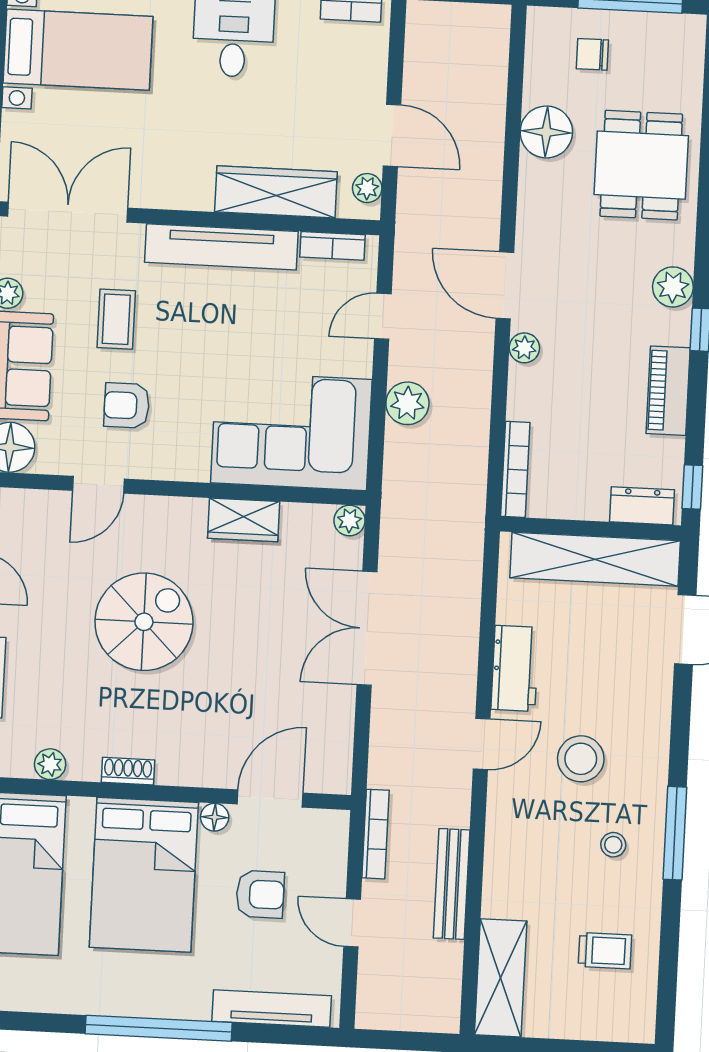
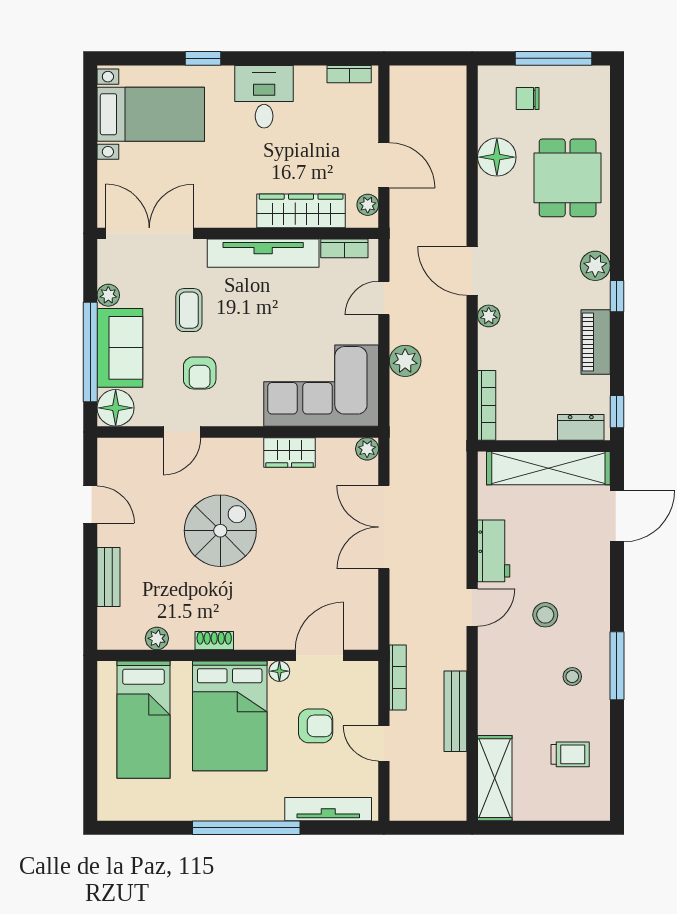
armchair: (127, 405) -> (200, 373), turned -90
stool: (581, 759) -> (545, 615), width x0.73, depth x0.73

